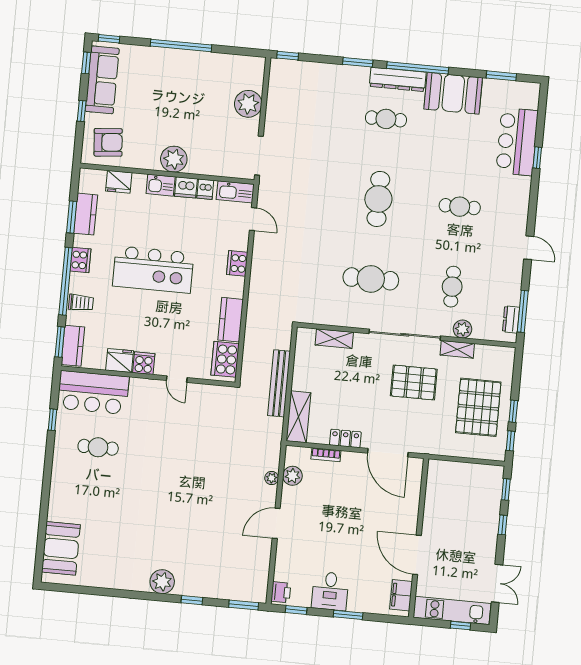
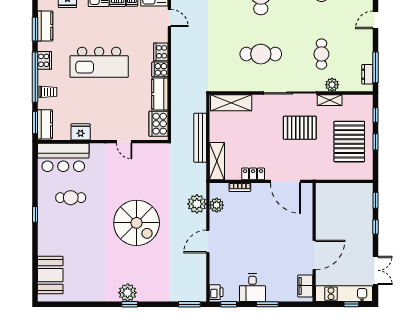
door: (529, 248) -> (375, 20), swing flipped
shelving: (334, 339) -> (231, 103), width x1.50, depth x1.33
cooker: (144, 363) -> (160, 69), moved, turned -90
window: (52, 420) -> (35, 214), moved
window: (511, 441) -> (375, 115), moved
plant: (272, 478) -> (197, 204), width x1.87, depth x1.87
spiral stairs: (183, 489) -> (137, 223), added
door: (417, 555) -> (314, 255), swing flipped
window: (192, 600) -> (130, 304), moved

